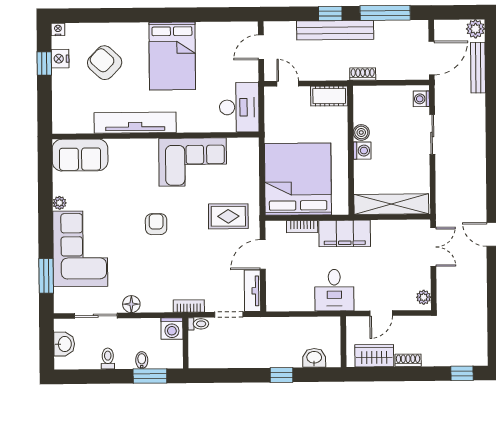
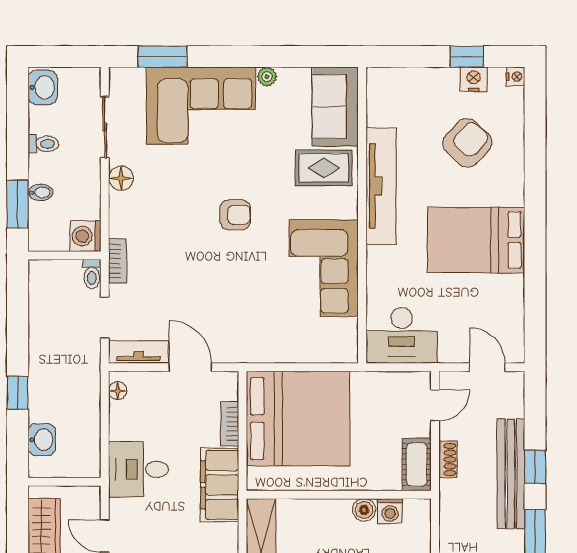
shoe rack: (363, 74) -> (448, 459), moved
washing machine: (362, 151) -> (390, 511), moved
rug: (228, 216) -> (324, 168), moved, turned 90
floor lamp: (280, 305) -> (118, 391), added
washbasin: (64, 344) -> (43, 87), moved, turned -90

